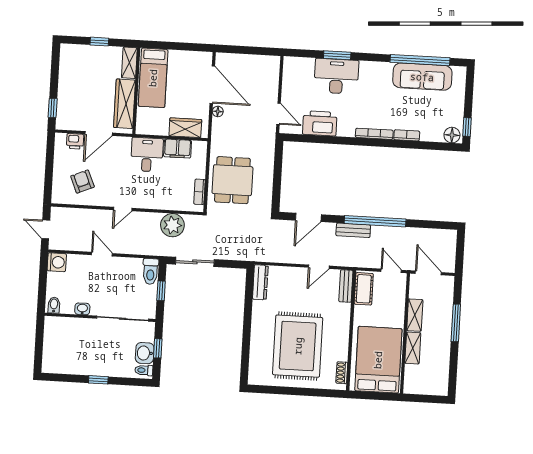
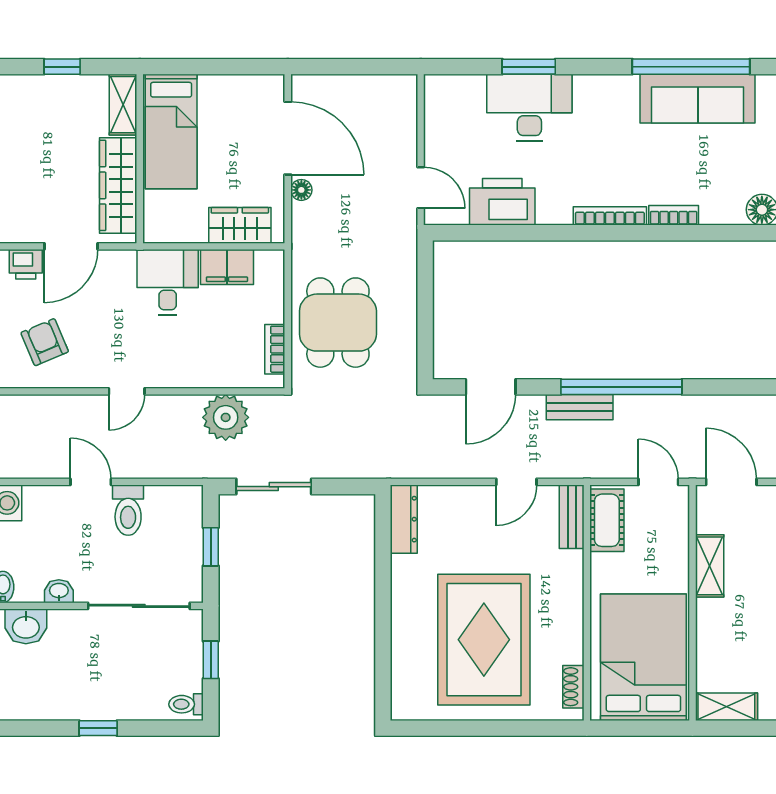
toilet: (150, 271) -> (128, 510), moved
shelving: (413, 348) -> (726, 707), moved, turned 90
washbasin: (145, 353) -> (26, 626), moved, turned -90

